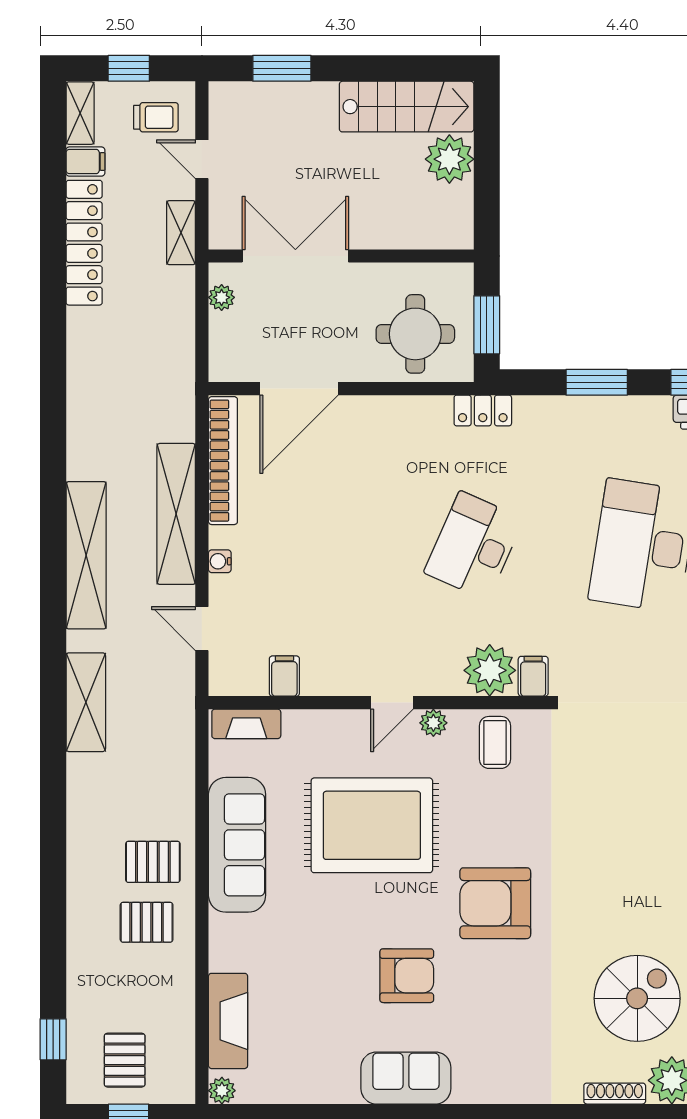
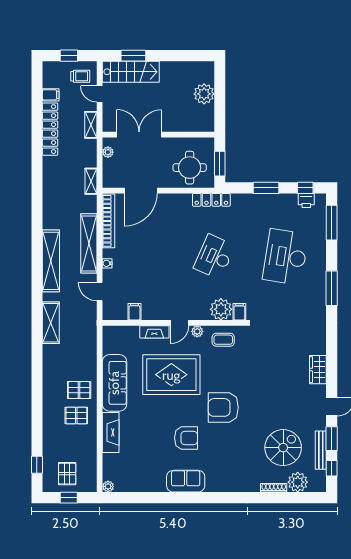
stairs: (407, 107) -> (131, 72), moved
shelving: (80, 113) -> (91, 181), moved
locker: (483, 411) -> (211, 200), width x1.53
fireplace: (246, 724) -> (154, 332), moved
coffee table: (495, 742) -> (223, 340), turned 90
fireplace: (228, 1021) -> (111, 432), moved

